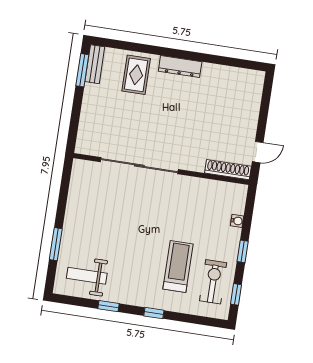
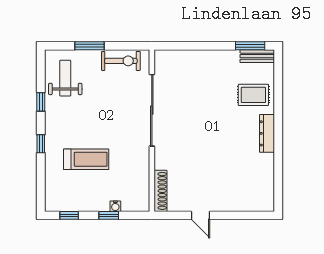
sliding door: (139, 166) -> (152, 110), moved
wall: (161, 169) -> (152, 131), moved
shoe rack: (228, 170) -> (161, 191), moved
water cooler: (237, 221) -> (115, 206), moved
exercise bike: (213, 282) -> (121, 61), moved

